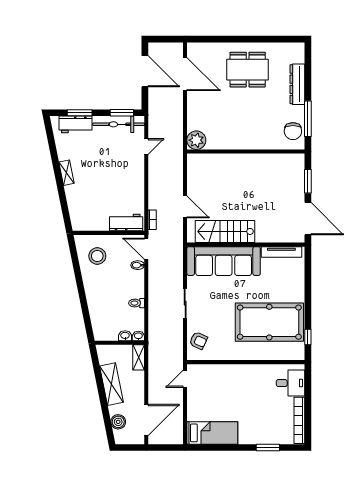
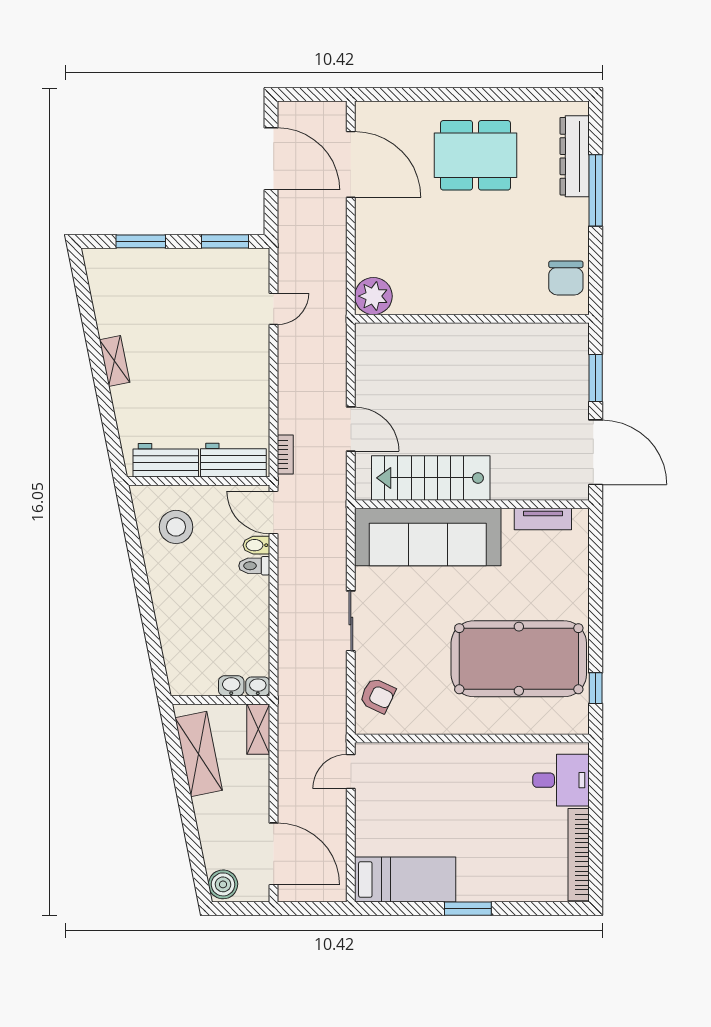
dresser: (297, 84) -> (575, 156), moved
window: (308, 119) -> (596, 190), moved
workbench: (75, 124) -> (166, 460), moved, turned 180
bicycle: (119, 124) -> (218, 264), removed
tv unit: (281, 252) -> (543, 519), width x0.71
toilet: (137, 303) -> (254, 566), moved
shelving: (112, 384) -> (199, 754), moved
door: (146, 420) -> (274, 854), hinge flipped
boiler: (118, 422) -> (223, 884), moved
window: (268, 447) -> (468, 909), moved

